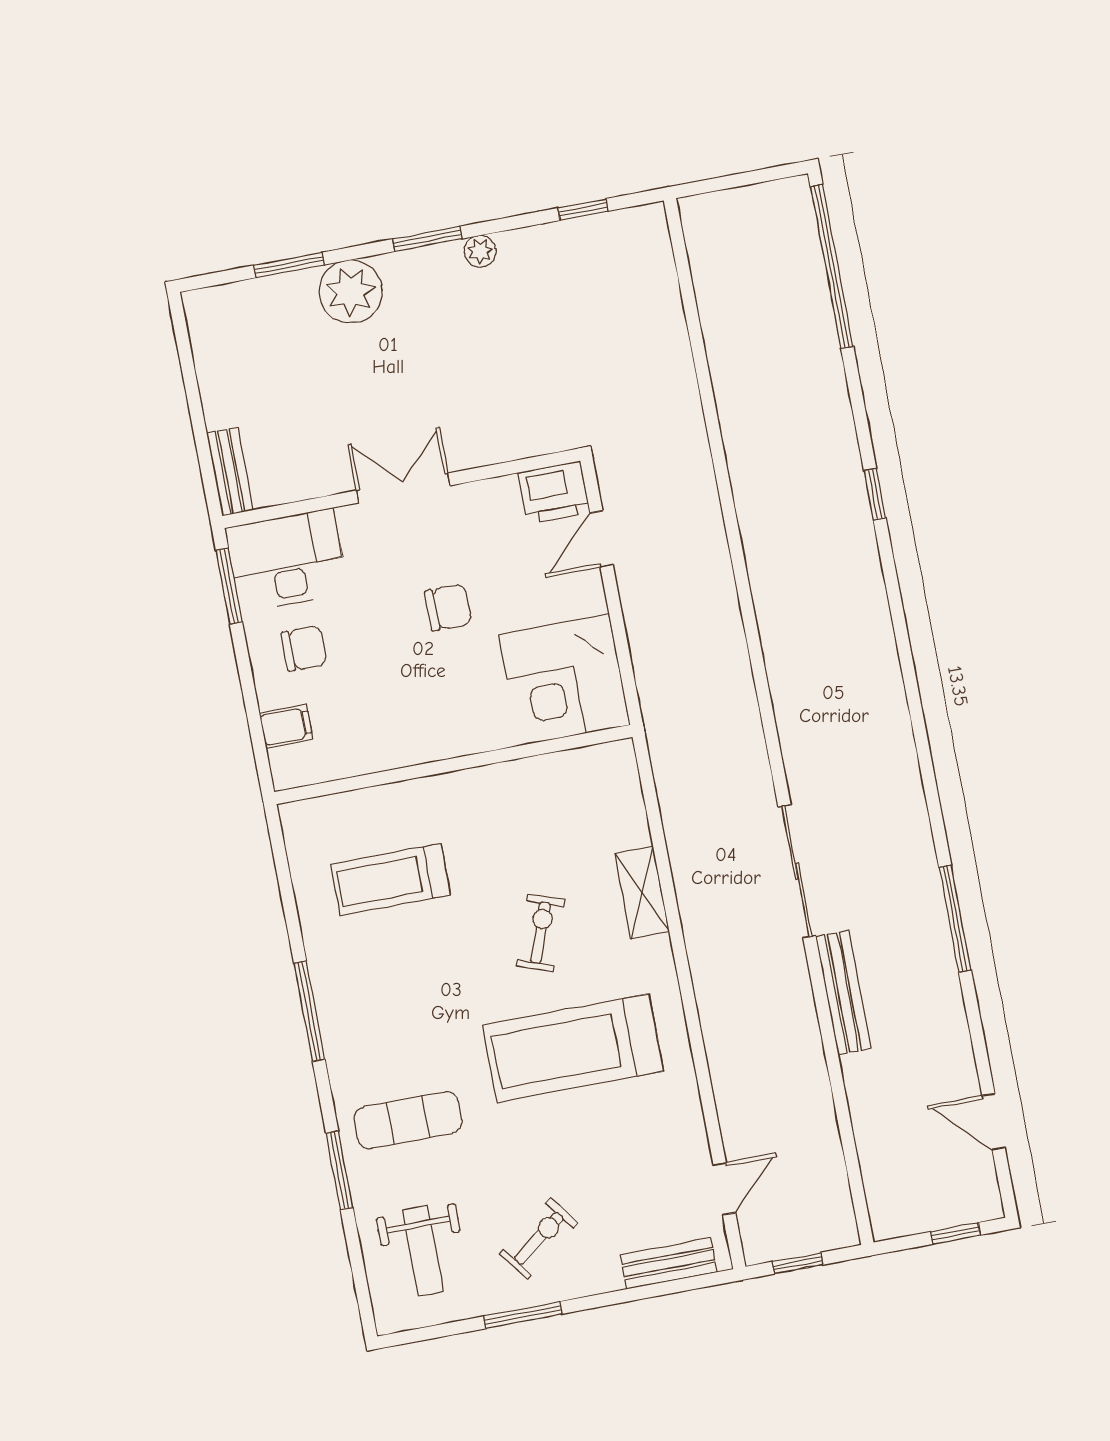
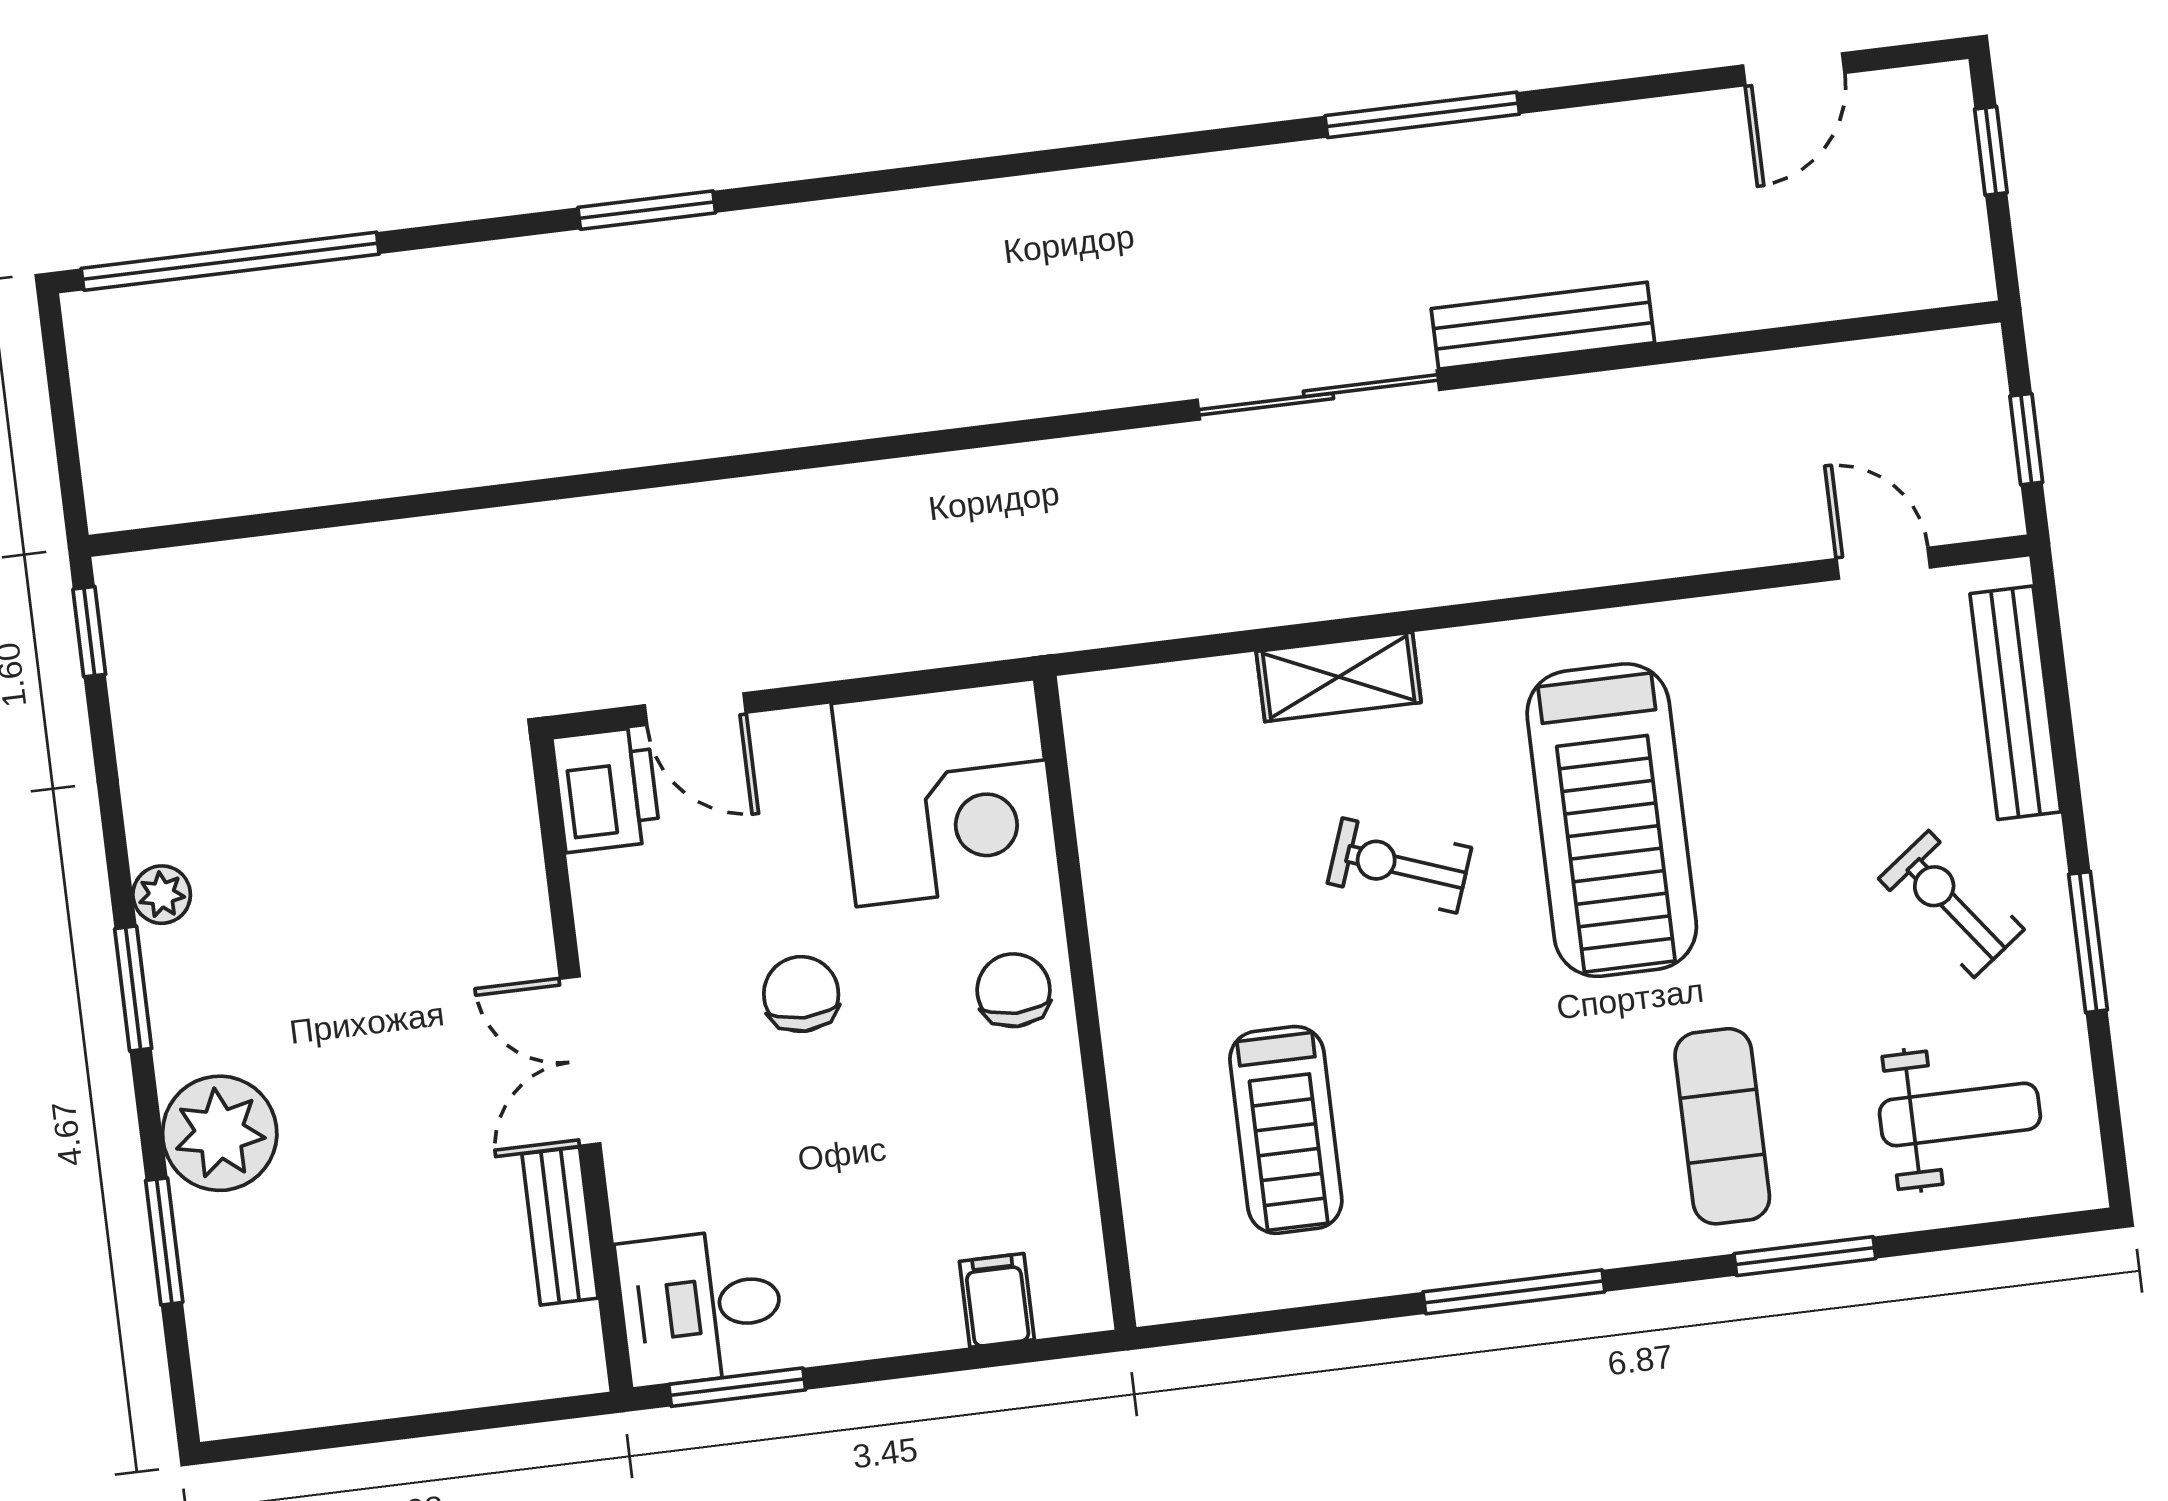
window: (583, 209) -> (89, 632), moved
bench: (230, 472) -> (560, 1226), moved, turned 90
window: (875, 494) -> (647, 210), width x1.50
desk: (287, 560) -> (701, 1307), width x0.73
chair: (304, 648) -> (1014, 990), moved
bench: (669, 1263) -> (2015, 703), width x1.36

